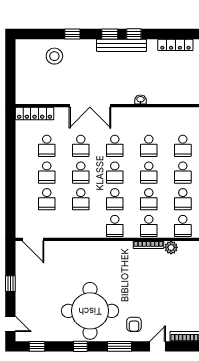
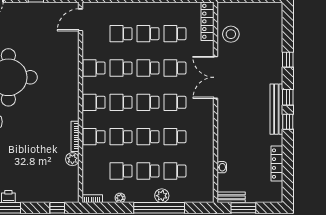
stool: (54, 56) -> (231, 34), moved
washbasin: (141, 100) -> (222, 167), moved
school desk: (183, 226) -> (94, 68), moved

